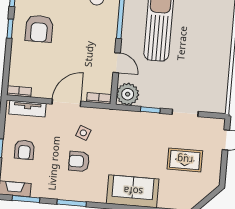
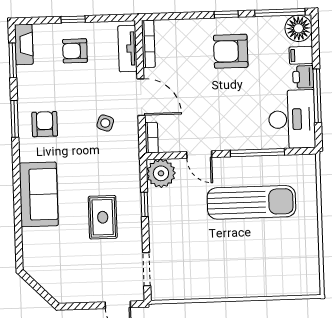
door: (117, 63) -> (199, 155), hinge flipped
bookcase: (19, 91) -> (148, 44), width x1.56
doorway: (185, 113) -> (147, 269), moved
rug: (185, 160) -> (103, 217), moved
armchair: (79, 161) -> (45, 124), moved

